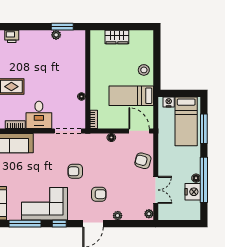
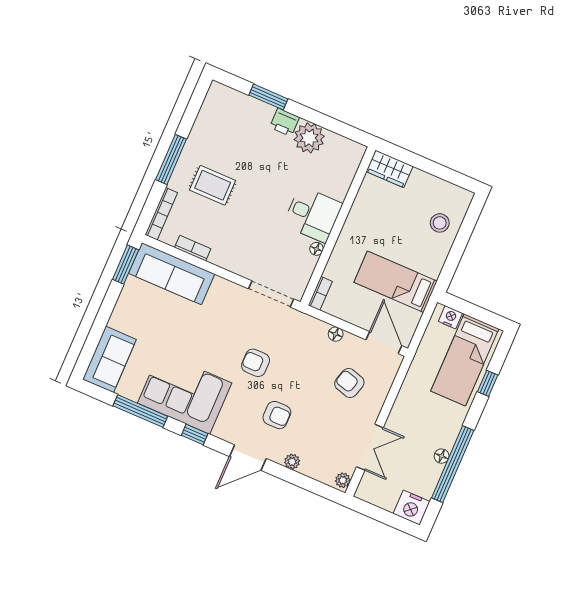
window: (62, 27) -> (268, 97), moved
plant: (56, 35) -> (309, 138), width x1.87, depth x1.87
printer: (12, 36) -> (284, 122), moved
wardrobe: (117, 37) -> (390, 169), moved
stool: (144, 70) -> (440, 223), moved
desk: (39, 115) -> (313, 214), moved, turned -90
window: (204, 129) -> (488, 383), width x0.46
armchair: (143, 161) -> (349, 383), moved
nightstand: (193, 192) -> (411, 508), moved, turned 90

